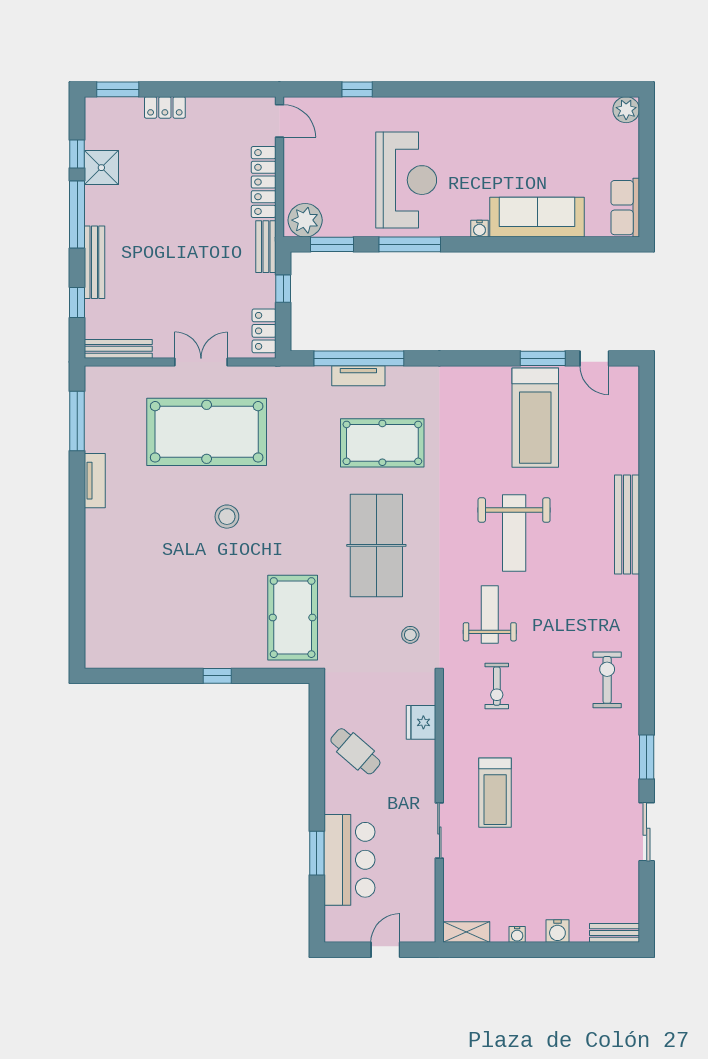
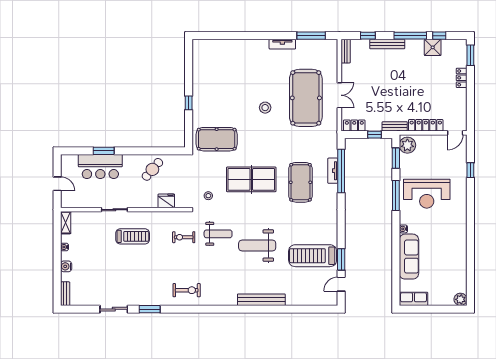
bench: (118, 349) -> (346, 51), width x0.73
treadmill: (495, 793) -> (133, 236), turned 180

